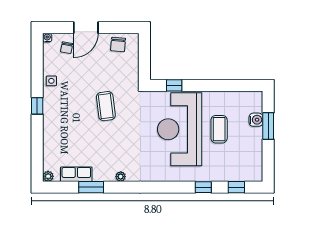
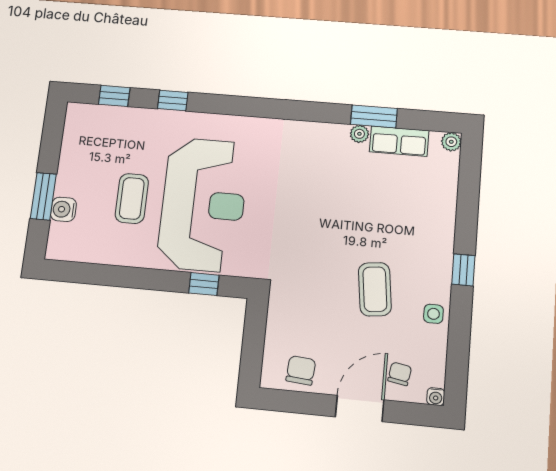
coffee table: (106, 106) -> (375, 289), moved
plant: (121, 177) -> (359, 134), moved

